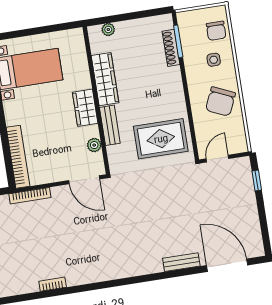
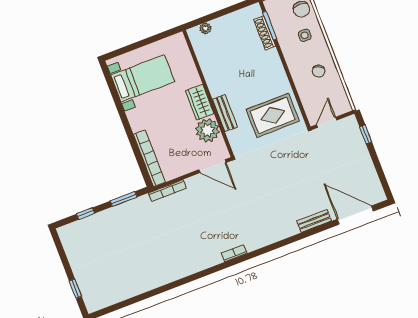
wardrobe: (105, 79) -> (212, 73), removed
chair: (220, 102) -> (319, 71), width x0.54, depth x0.54
plant: (94, 145) -> (208, 130), width x1.88, depth x1.88
bookcase: (53, 284) -> (234, 253), moved

